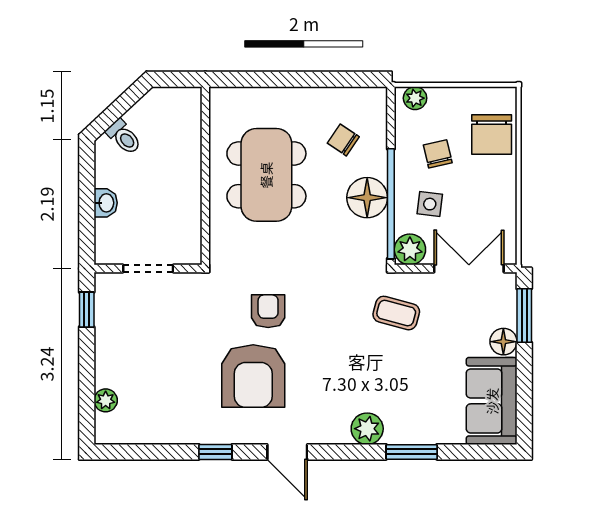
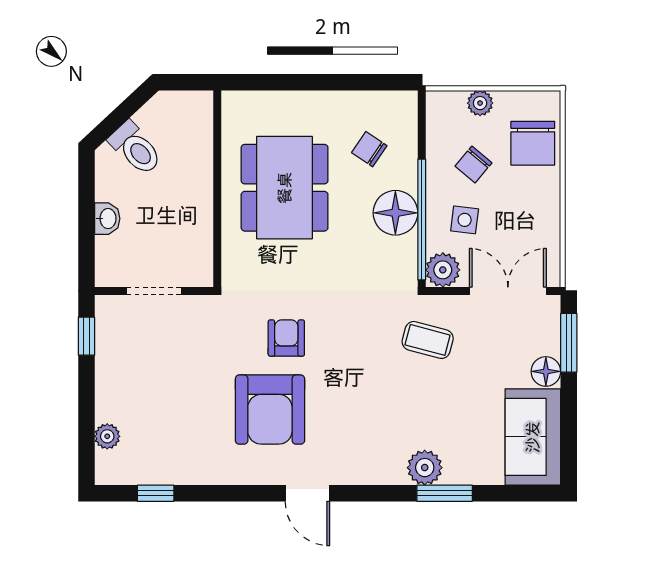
plant: (415, 98) -> (480, 103), moved
toilet: (124, 137) -> (136, 148), width x1.37, depth x1.39
chair: (438, 154) -> (473, 165), turned -127
plant: (367, 429) -> (425, 468), moved
window: (215, 452) -> (156, 493), moved

